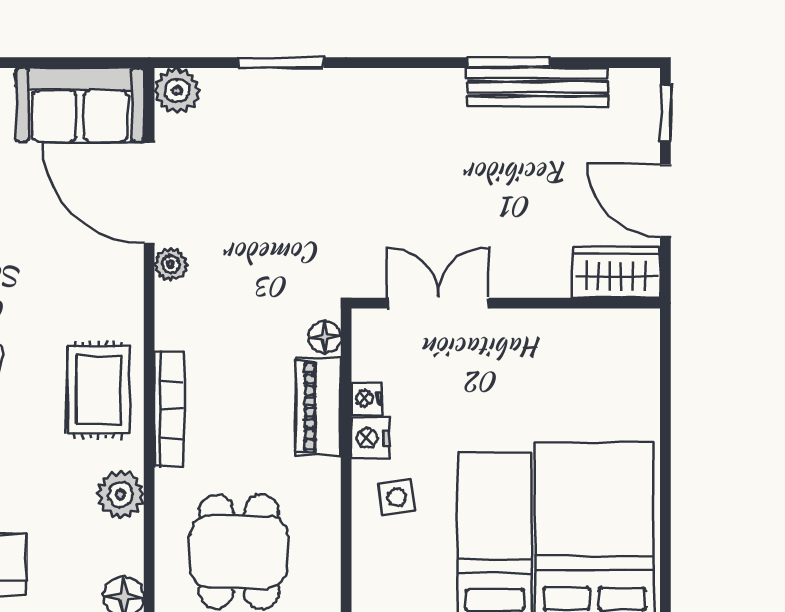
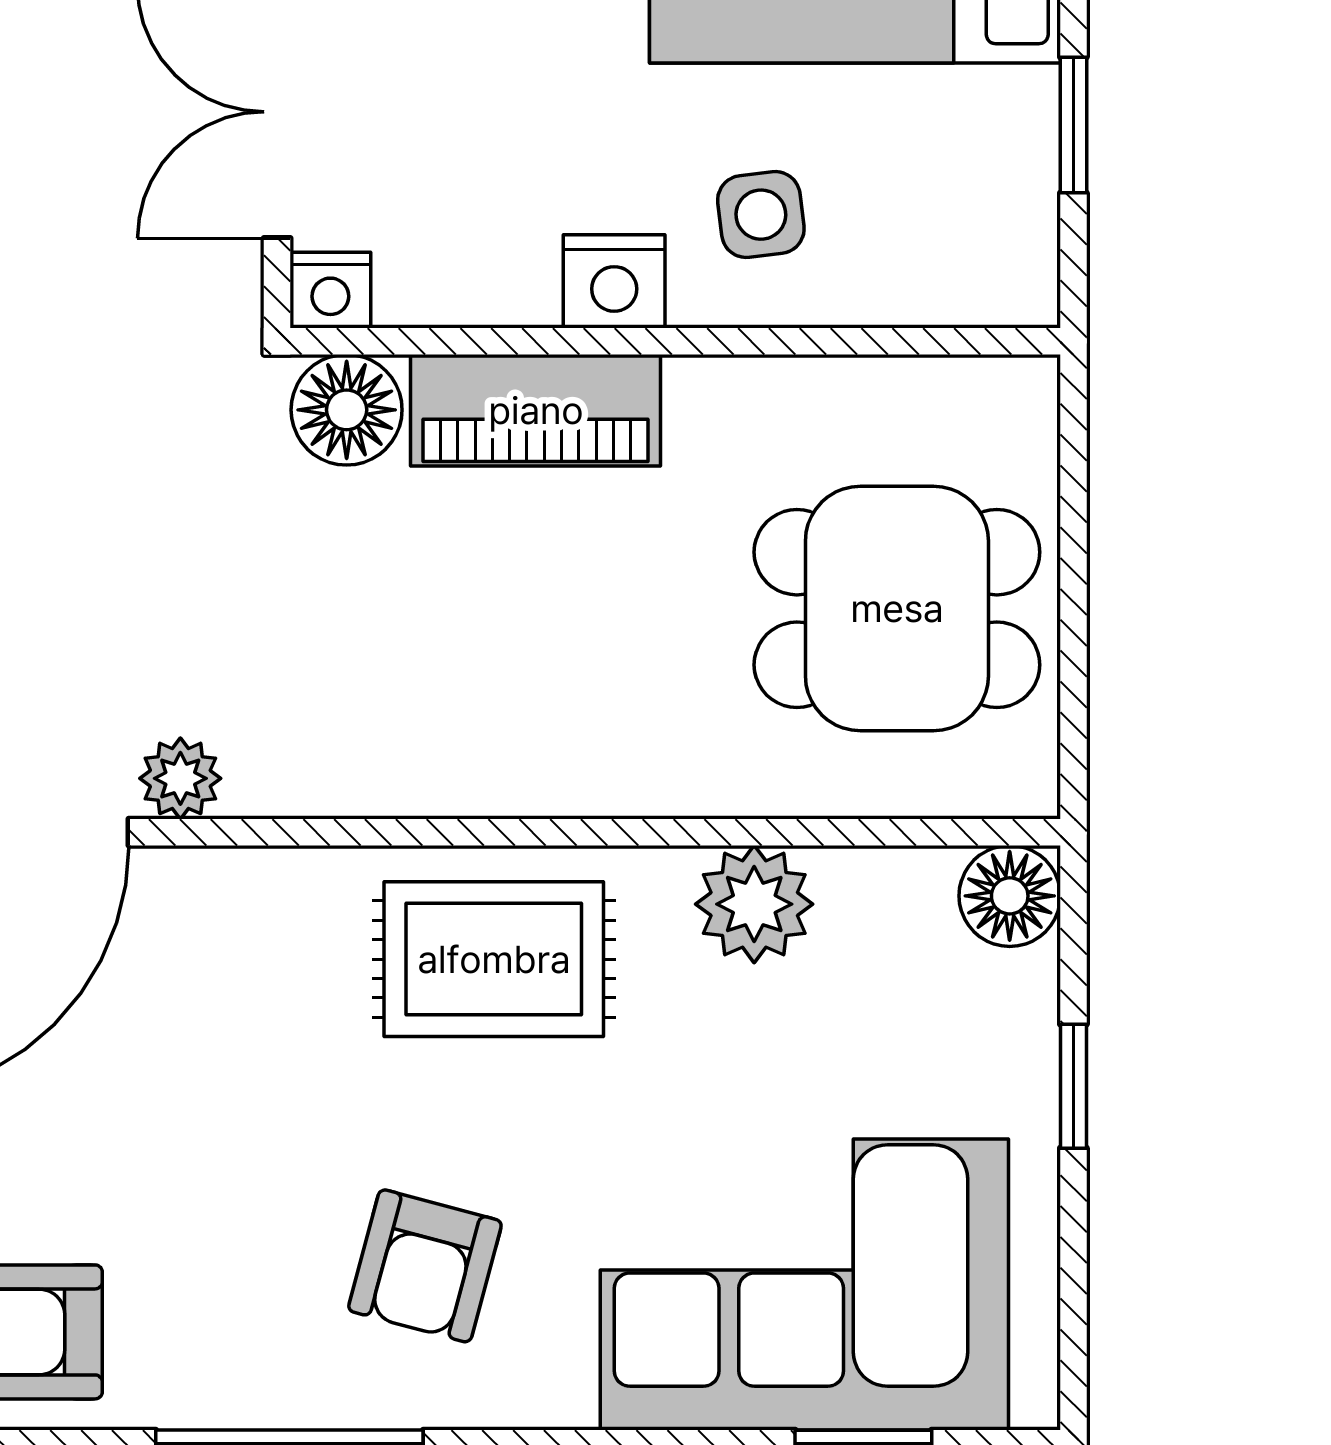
floor lamp: (325, 337) -> (347, 410), width x1.37, depth x1.37
nightstand: (367, 398) -> (330, 290), moved
bookcase: (169, 410) -> (543, 782), removed

